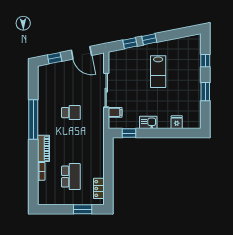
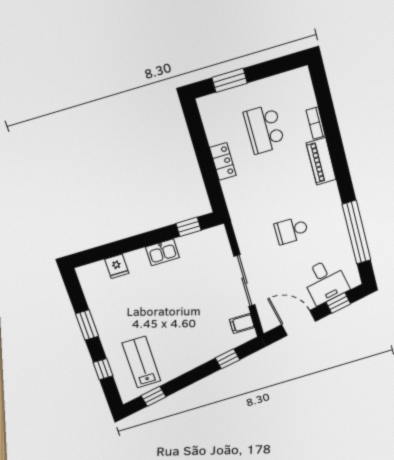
window: (149, 39) -> (154, 396), moved
lab bench: (158, 72) -> (141, 362), moved
desk: (59, 74) -> (325, 281), added
filing cabinet: (115, 112) -> (242, 324), moved
window: (33, 120) -> (356, 232), moved
locker: (99, 188) -> (223, 161), moved

